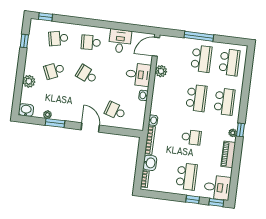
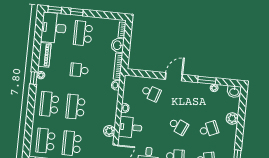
door: (90, 127) -> (174, 77), swing flipped
desk: (217, 187) -> (54, 28), width x1.37

